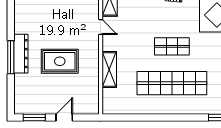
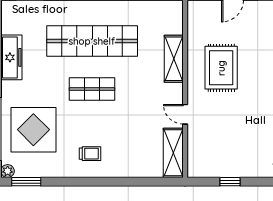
rug: (60, 61) -> (221, 68), moved, turned 90

